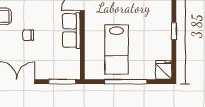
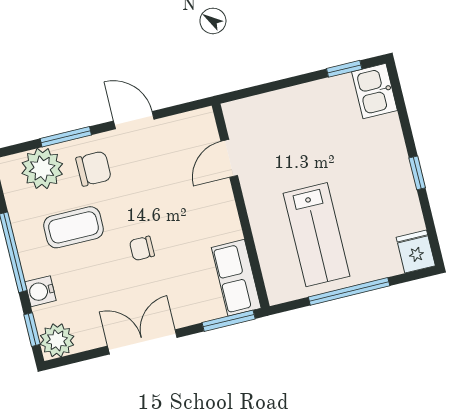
row of seats: (71, 30) -> (236, 278), moved

